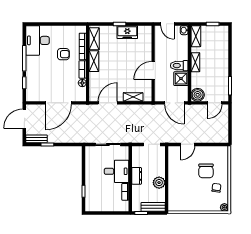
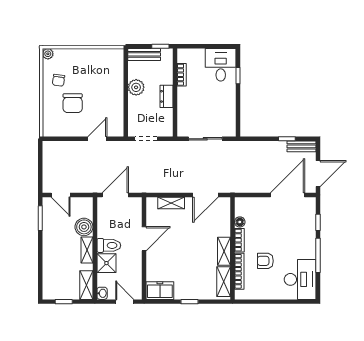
freezer: (127, 32) -> (160, 291), moved
shower: (181, 79) -> (106, 263), moved
boiler: (198, 95) -> (84, 227), moved
door: (58, 103) -> (288, 195), moved
door: (174, 103) -> (115, 195), hinge flipped
door: (215, 103) -> (61, 195), swing flipped
desk: (117, 171) -> (221, 65), moved, turned 90
chair: (206, 171) -> (73, 103), turned 180

